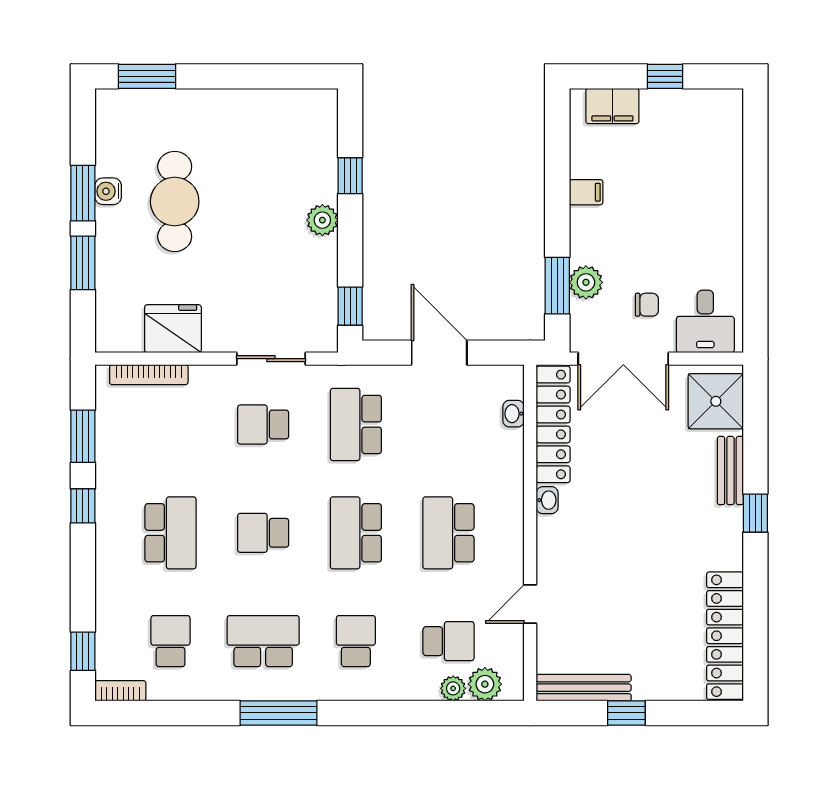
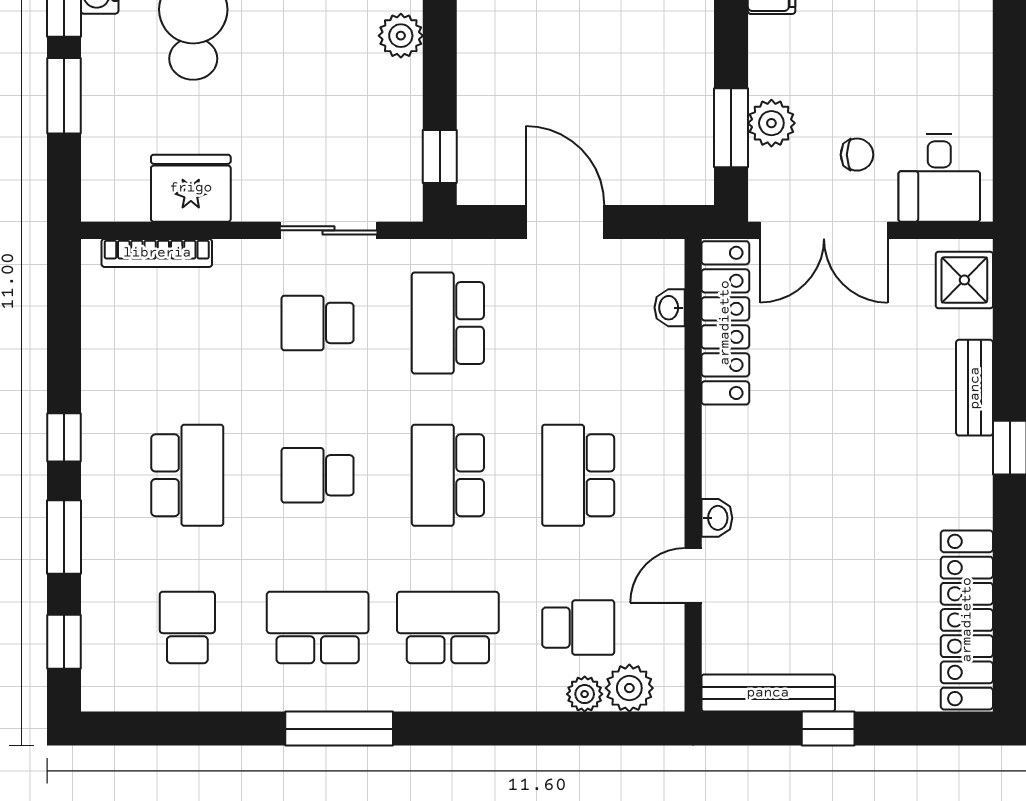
shower: (716, 401) -> (964, 280), width x0.73, depth x0.73
window: (83, 436) -> (64, 537), moved
washbasin: (547, 500) -> (717, 518), moved
school desk: (356, 641) -> (448, 628), width x1.85
bookcase: (120, 691) -> (117, 697), removed

